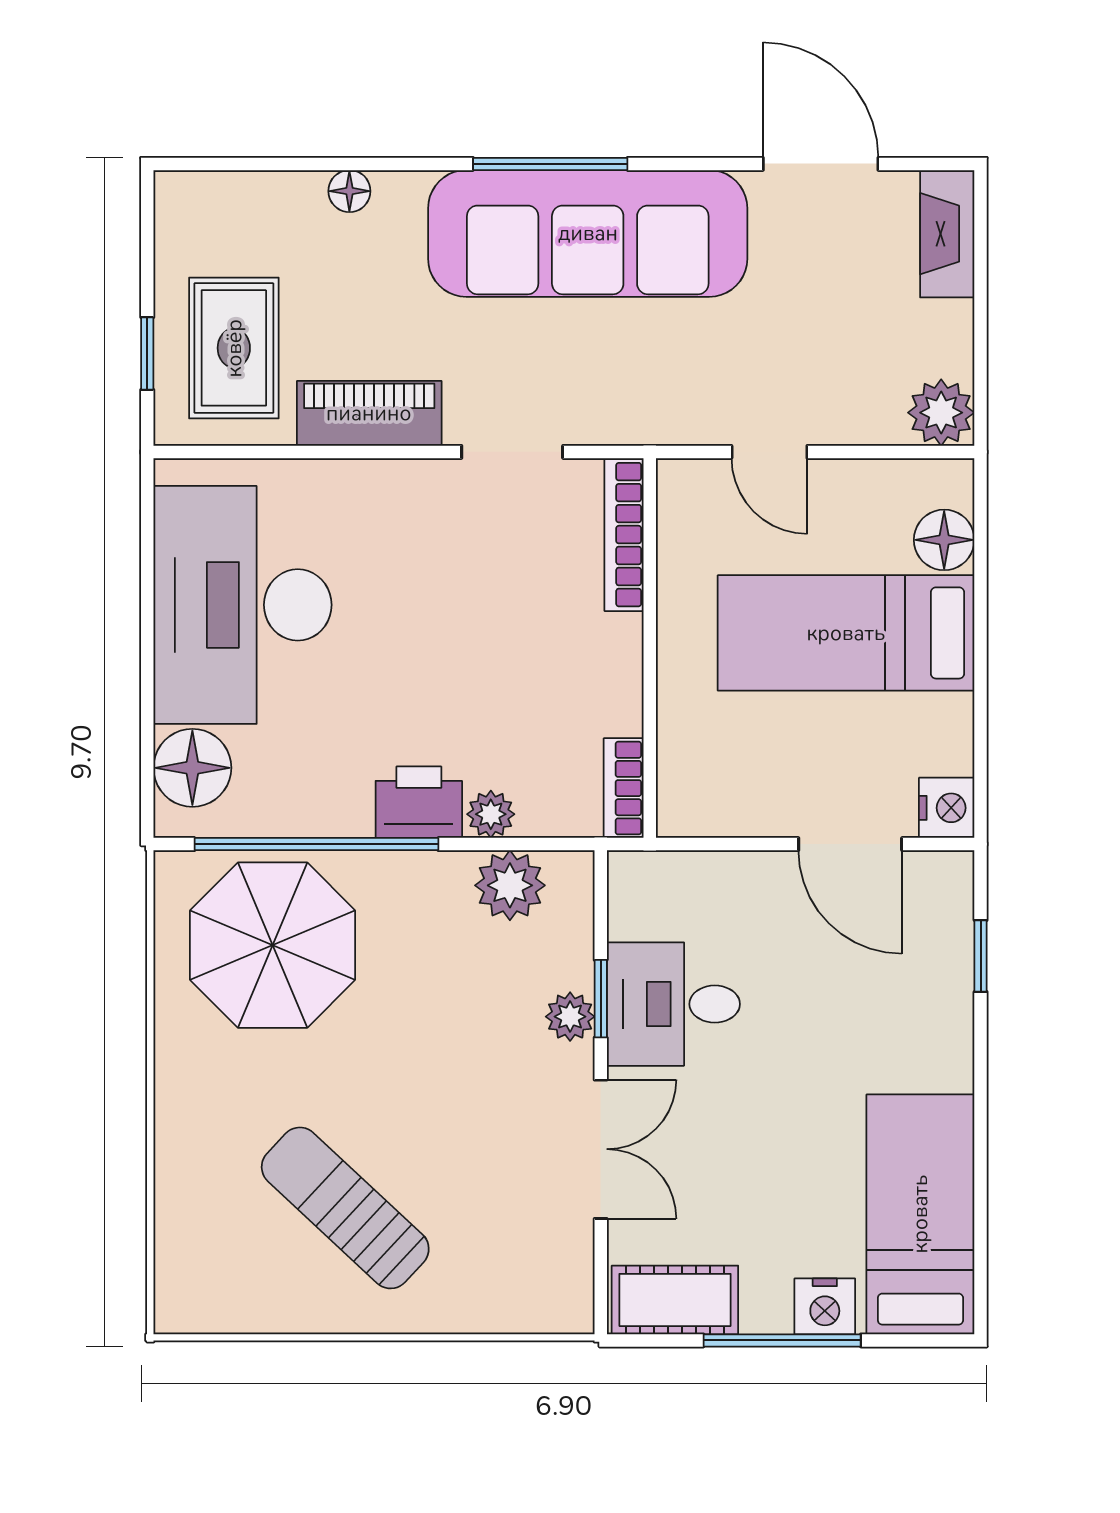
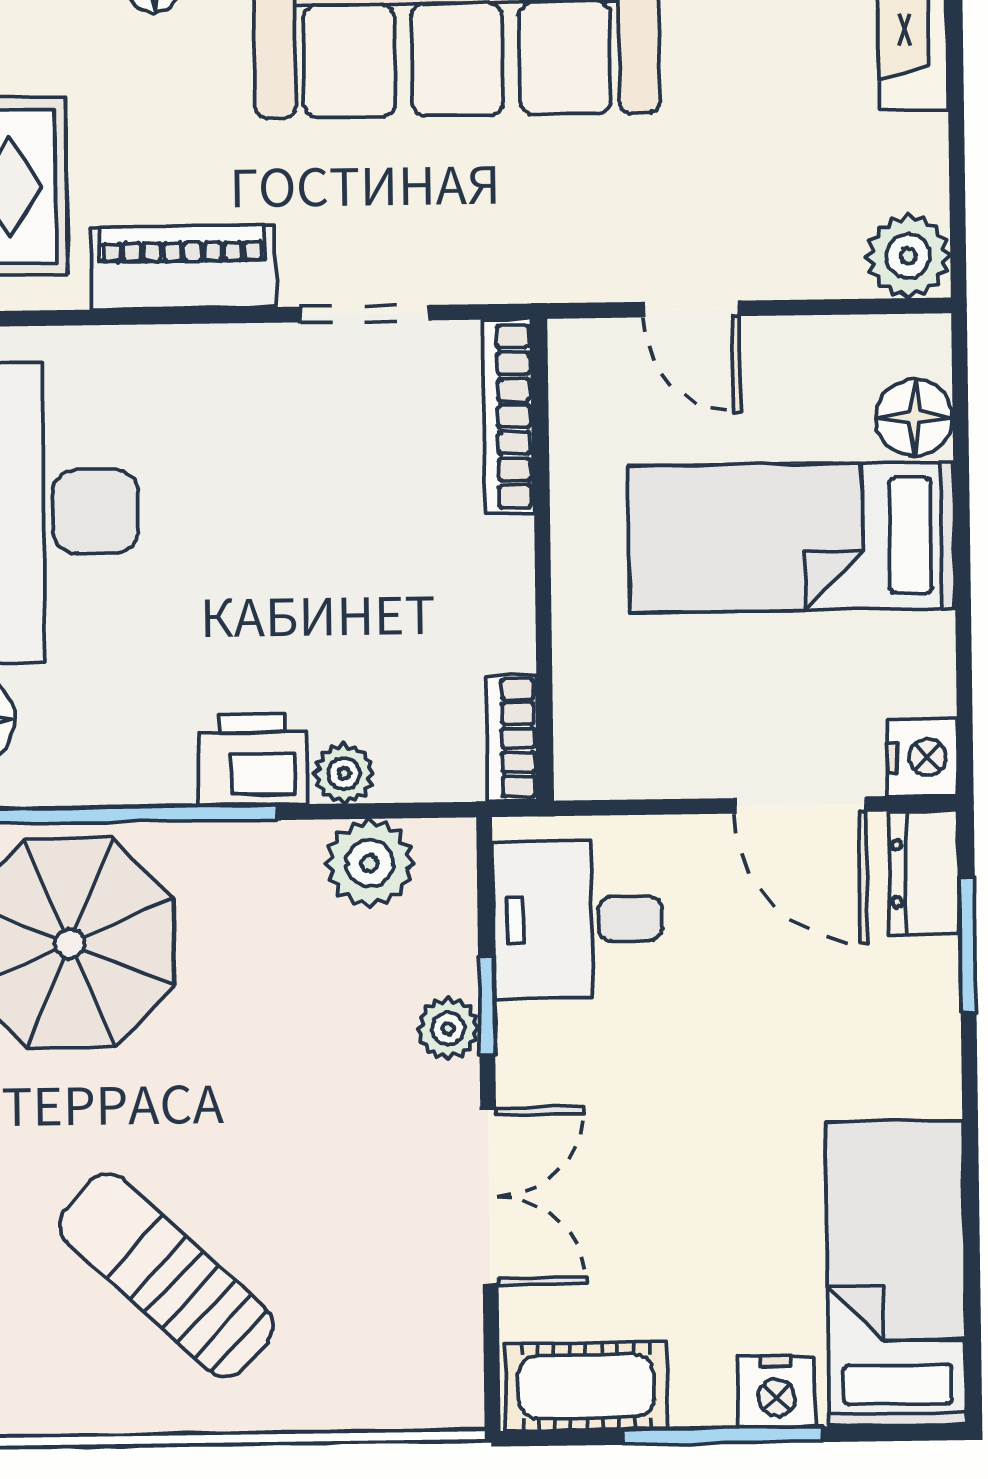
dresser: (947, 899) -> (924, 873), added
window: (981, 956) -> (968, 945), width x1.50
desk: (673, 1004) -> (578, 920), moved

